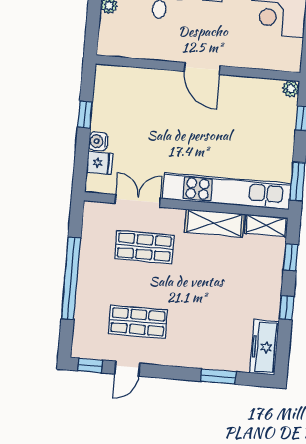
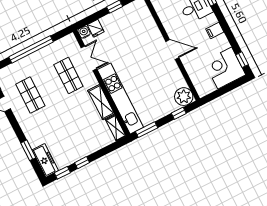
door: (202, 69) -> (172, 49), swing flipped
plant: (291, 89) -> (184, 97), width x1.87, depth x1.87
water cooler: (98, 141) -> (84, 32), moved
window: (291, 257) -> (62, 173), moved
freezer: (264, 347) -> (45, 160), moved, turned 90

